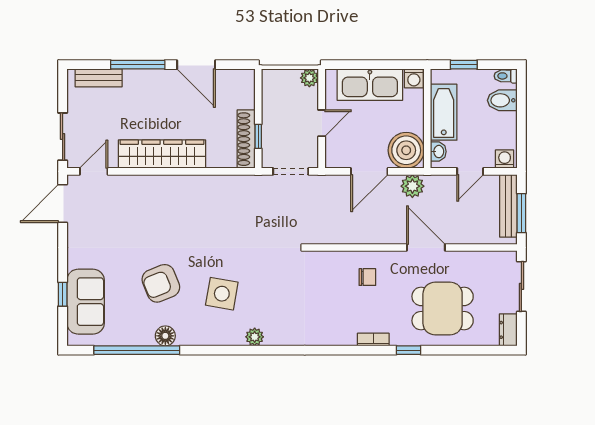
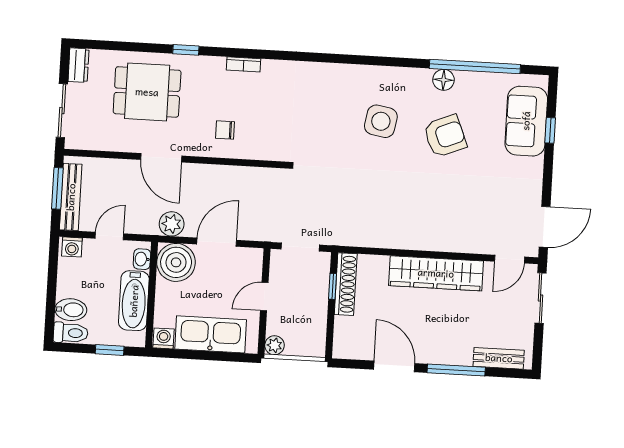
toilet: (506, 76) -> (71, 333), width x1.37, depth x1.39
plant: (255, 337) -> (349, 73), removed
bookcase: (373, 340) -> (243, 64), moved

